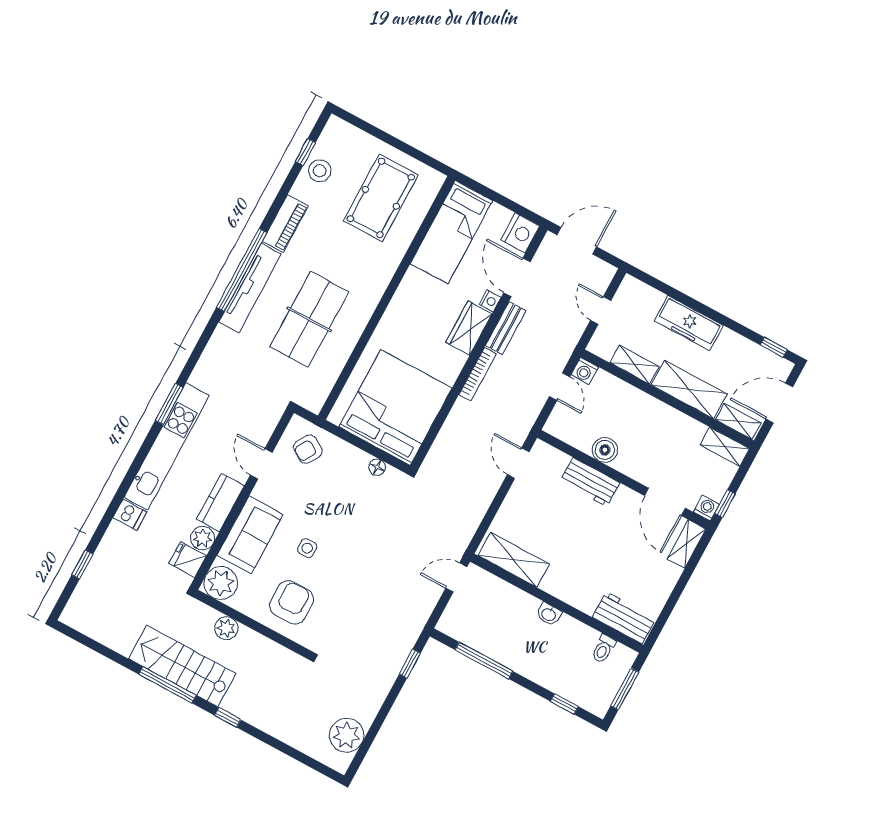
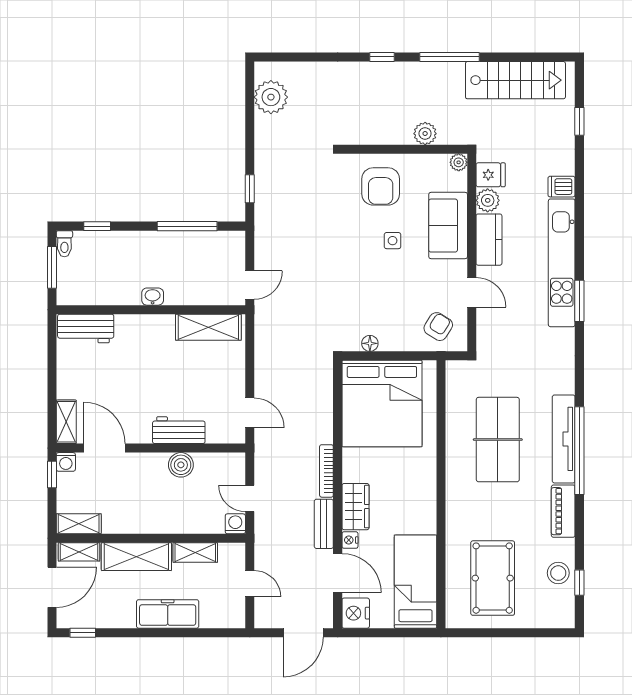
plant: (221, 583) -> (459, 162), width x0.53, depth x0.53
toilet: (603, 649) -> (64, 244), moved, turned 180
stairs: (182, 666) -> (515, 80), moved

